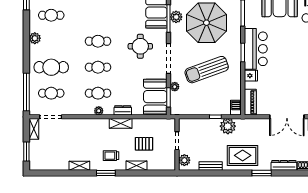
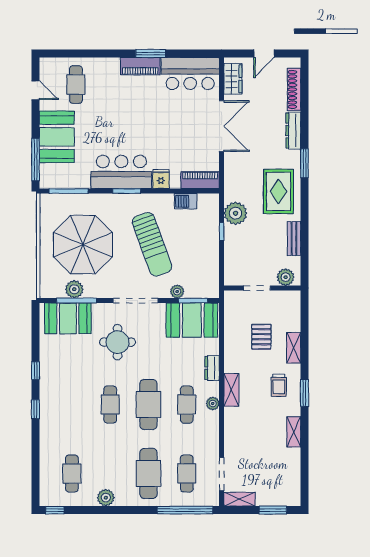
cafe table: (98, 67) -> (148, 405), width x1.37, depth x1.35
barbecue: (236, 108) -> (186, 201), moved
shelving: (121, 123) -> (231, 390), moved

